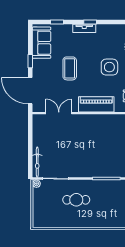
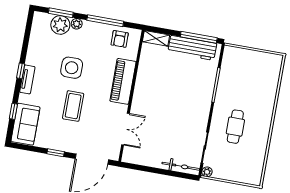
sofa: (42, 43) -> (25, 124), moved, turned 90
side table: (109, 67) -> (72, 68), moved
coffee table: (70, 68) -> (73, 106), turned 90
double door: (59, 113) -> (125, 129), swing flipped

